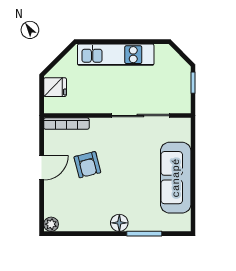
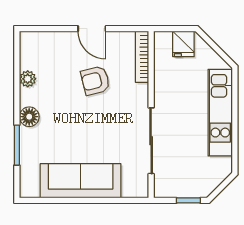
plant: (51, 224) -> (28, 79), moved

